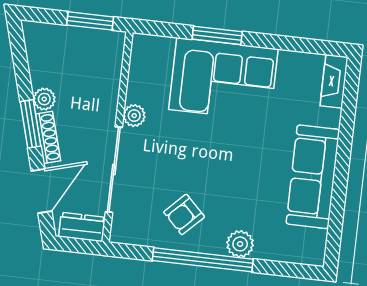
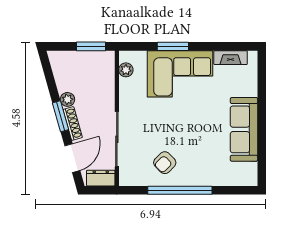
fireplace: (334, 81) -> (231, 58), moved, turned -90
plant: (134, 116) -> (126, 70), moved
plant: (240, 244) -> (202, 177), removed

